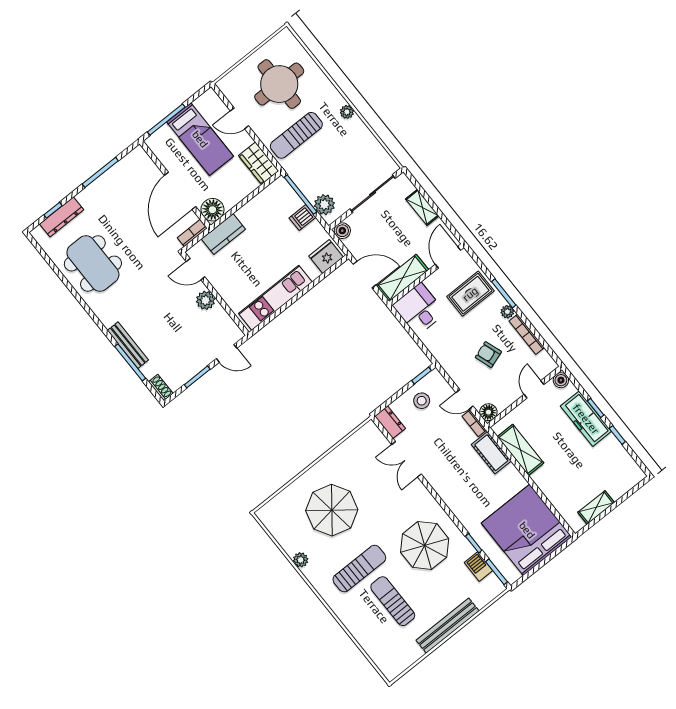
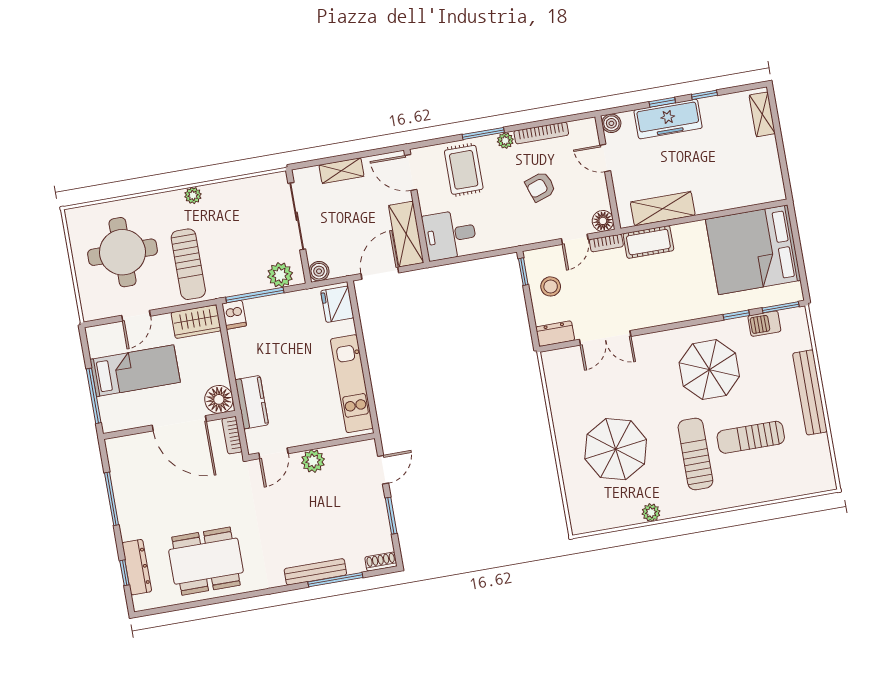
dishwasher: (303, 218) -> (234, 315), moved
shelving: (596, 507) -> (762, 114), moved

